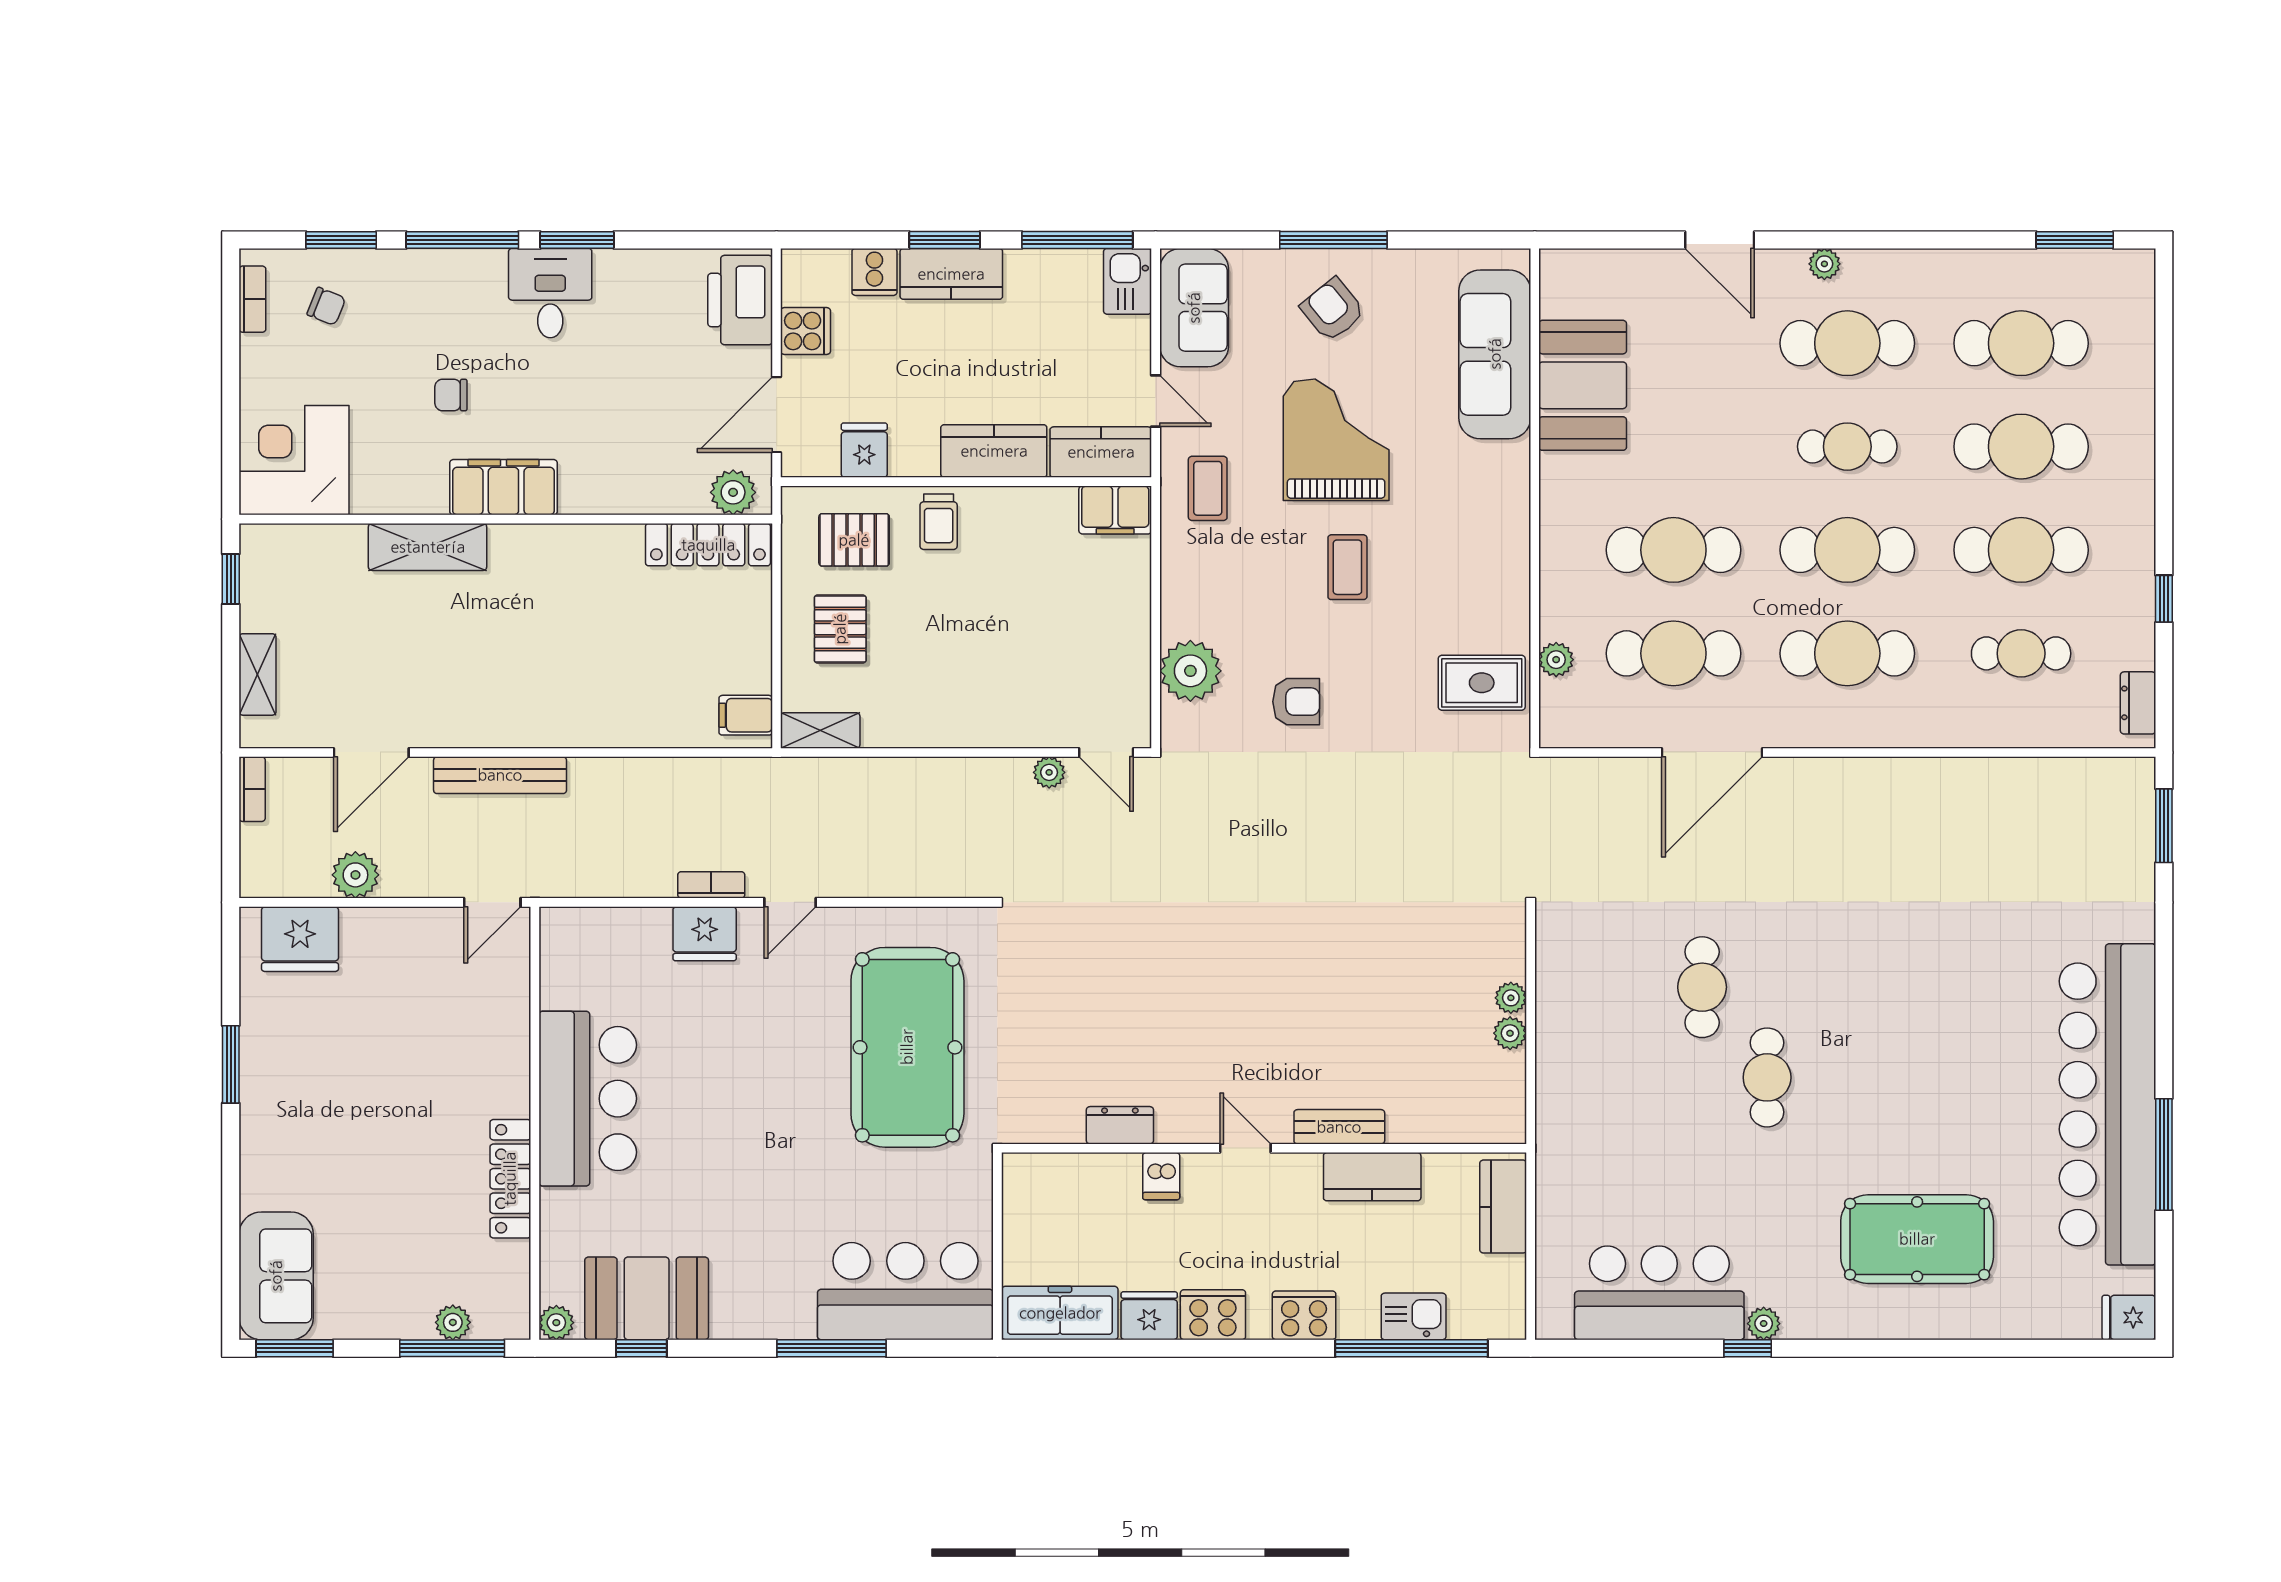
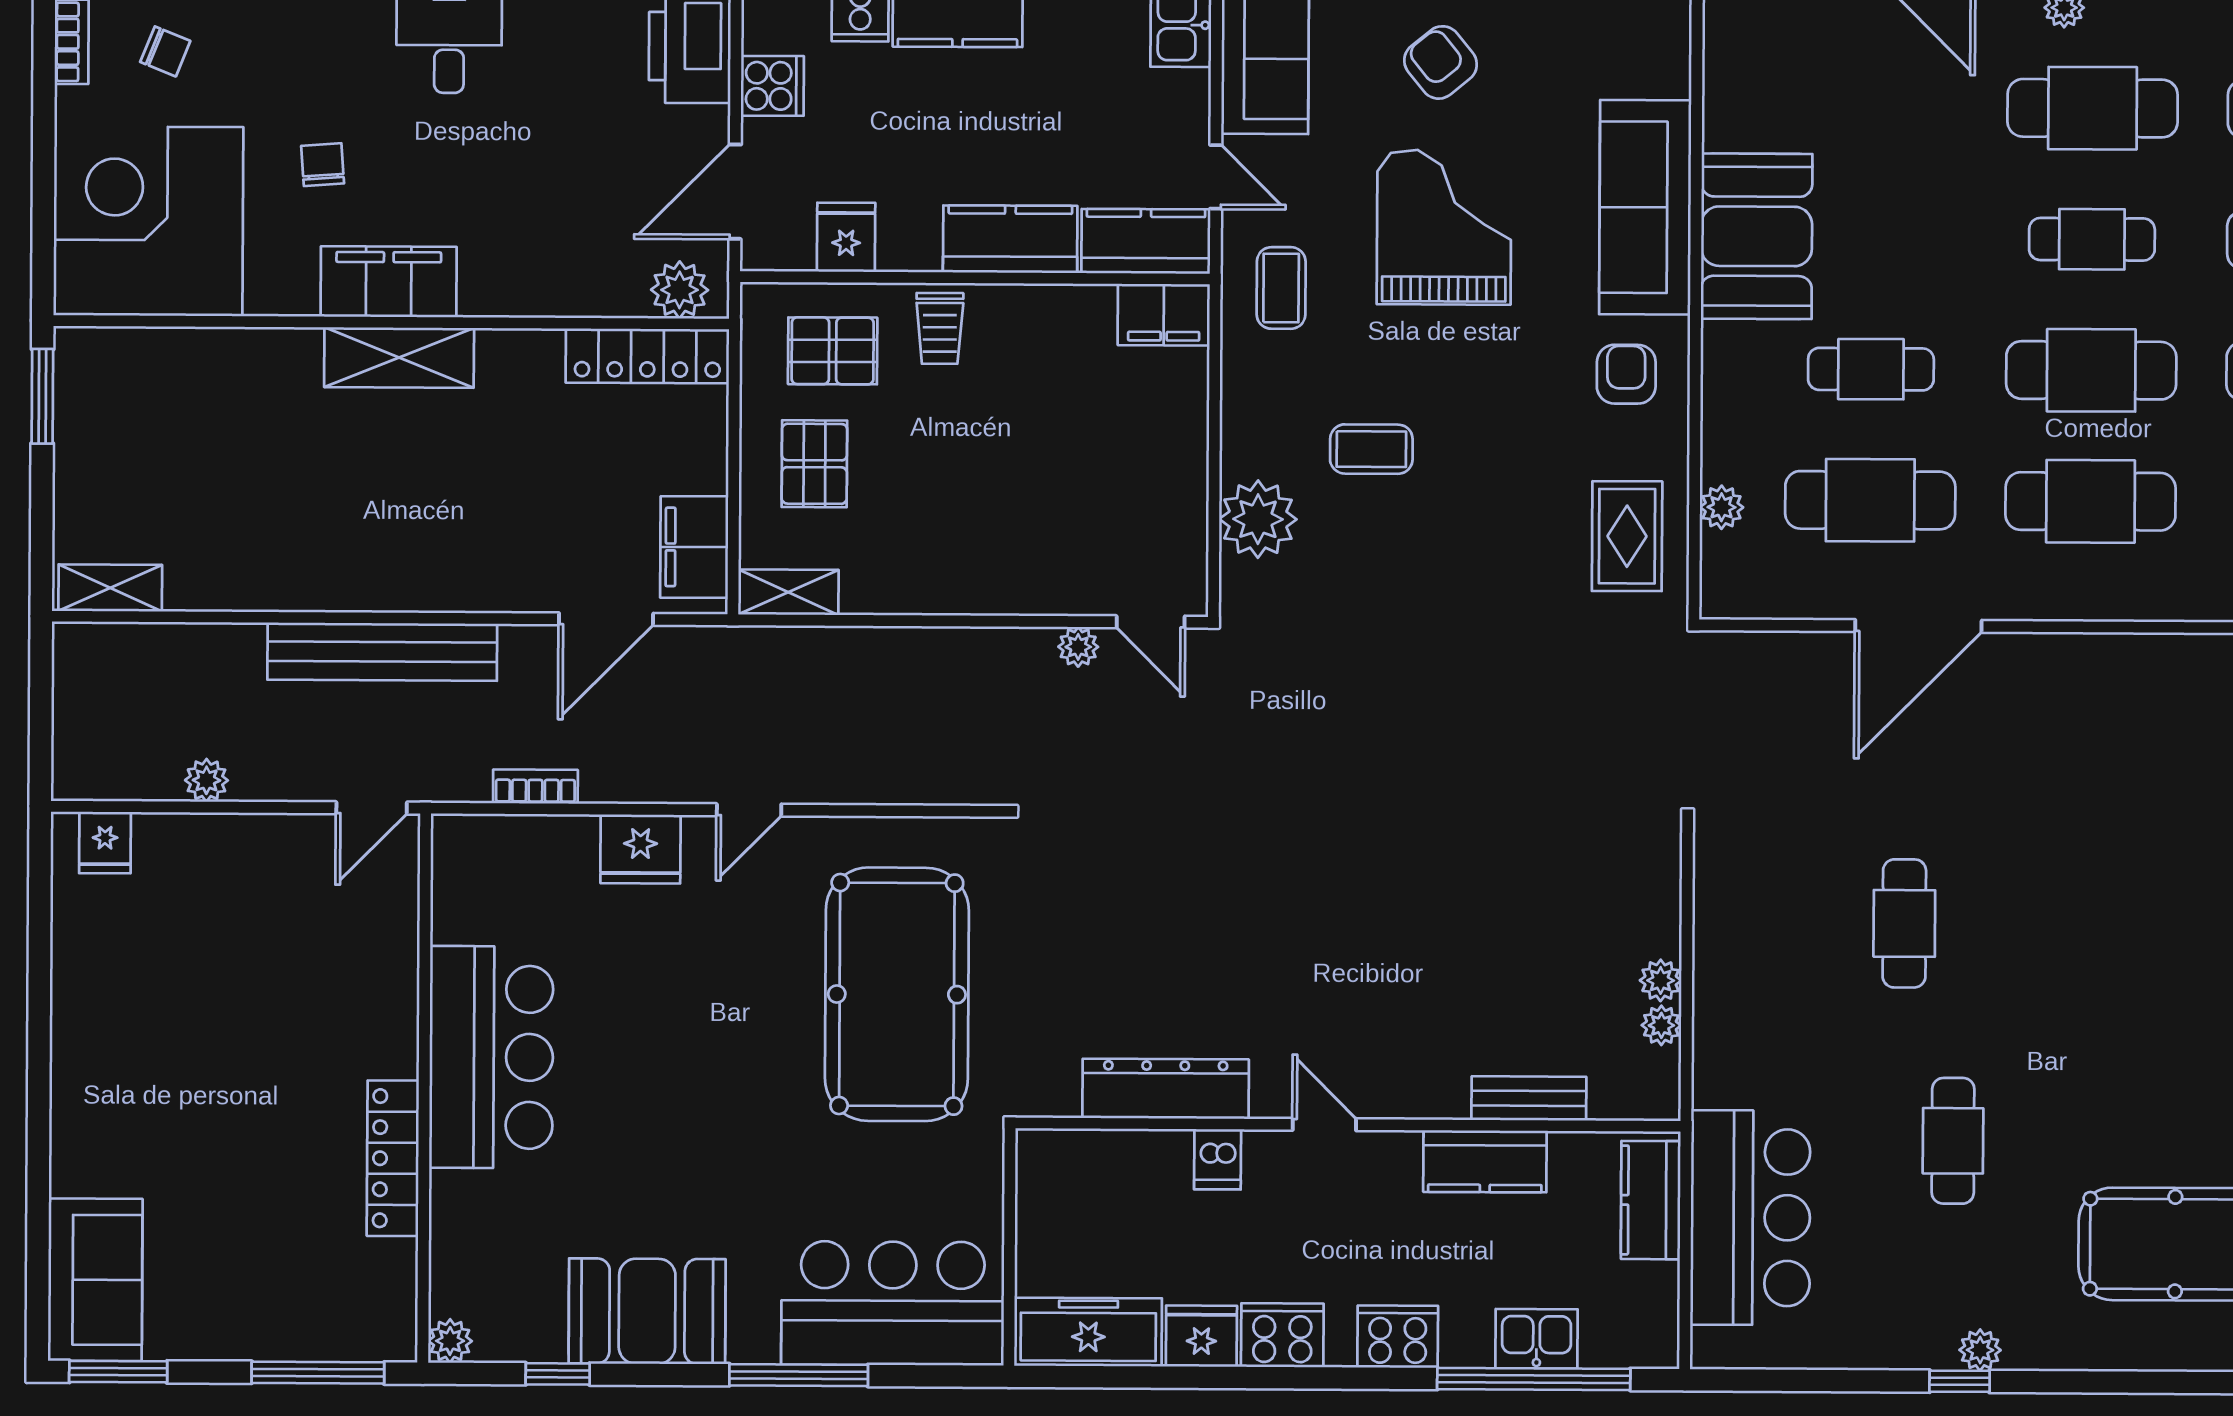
sofa: (1495, 354) -> (1645, 207), moved
booth: (1583, 385) -> (1757, 236), moved
chair: (451, 395) -> (323, 165), turned 86
corner desk: (294, 460) -> (148, 221), width x1.36, depth x1.36
shelving: (428, 547) -> (399, 358), moved
cafe table: (1673, 550) -> (1871, 369), width x0.73, depth x0.74
coffee table: (1347, 567) -> (1371, 449), moved, turned 90
window: (231, 579) -> (42, 396), width x1.50
shelving: (257, 674) -> (110, 588), moved, turned 90
rug: (1482, 683) -> (1627, 536), turned 90
armchair: (1296, 702) -> (1626, 374), moved, turned -90
filing cabinet: (746, 715) -> (694, 547), width x2.00
door: (371, 752) -> (606, 619), moved
bench: (500, 775) -> (382, 652), width x1.37, depth x1.21
bookcase: (252, 789) -> (68, 663), removed
plant: (355, 875) -> (206, 780), width x0.73, depth x0.73
bookcase: (711, 885) -> (535, 787), moved
fridge: (300, 939) -> (105, 843), width x0.53, depth x0.75
plant: (1511, 998) -> (1661, 1025), moved
window: (231, 1064) -> (39, 1011), removed
cafe table: (1767, 1077) -> (1953, 1141), moved
dresser: (1120, 1125) -> (1166, 1089), width x1.96, depth x1.24
bench: (1339, 1127) -> (1529, 1098), moved
bar counter: (1659, 1293) -> (1750, 1218), moved, turned 90
booth: (647, 1298) -> (647, 1311), moved
plant: (453, 1322) -> (319, 1340), removed

